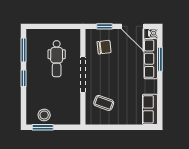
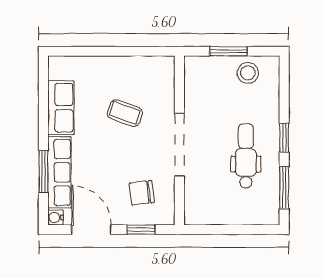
dental chair: (57, 59) -> (246, 156), moved
coffee table: (104, 103) -> (125, 113), moved
row of seats: (150, 109) -> (61, 108), moved
window: (43, 127) -> (228, 51), moved

